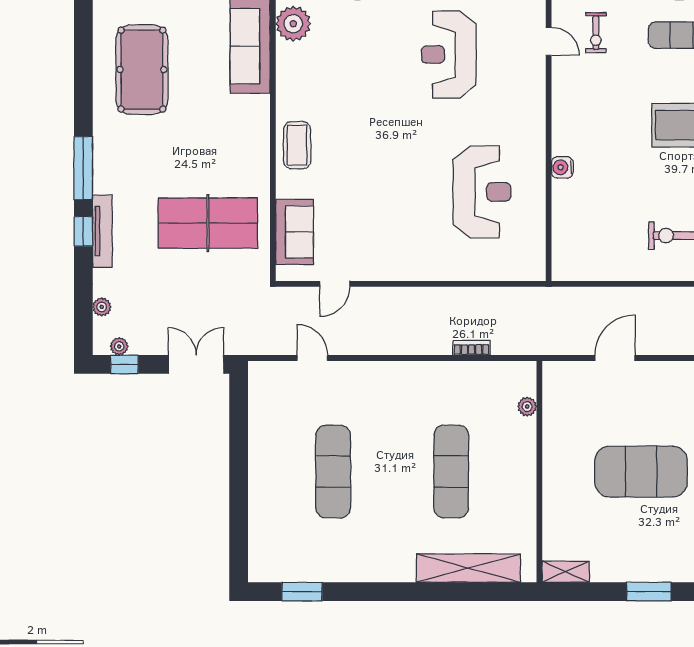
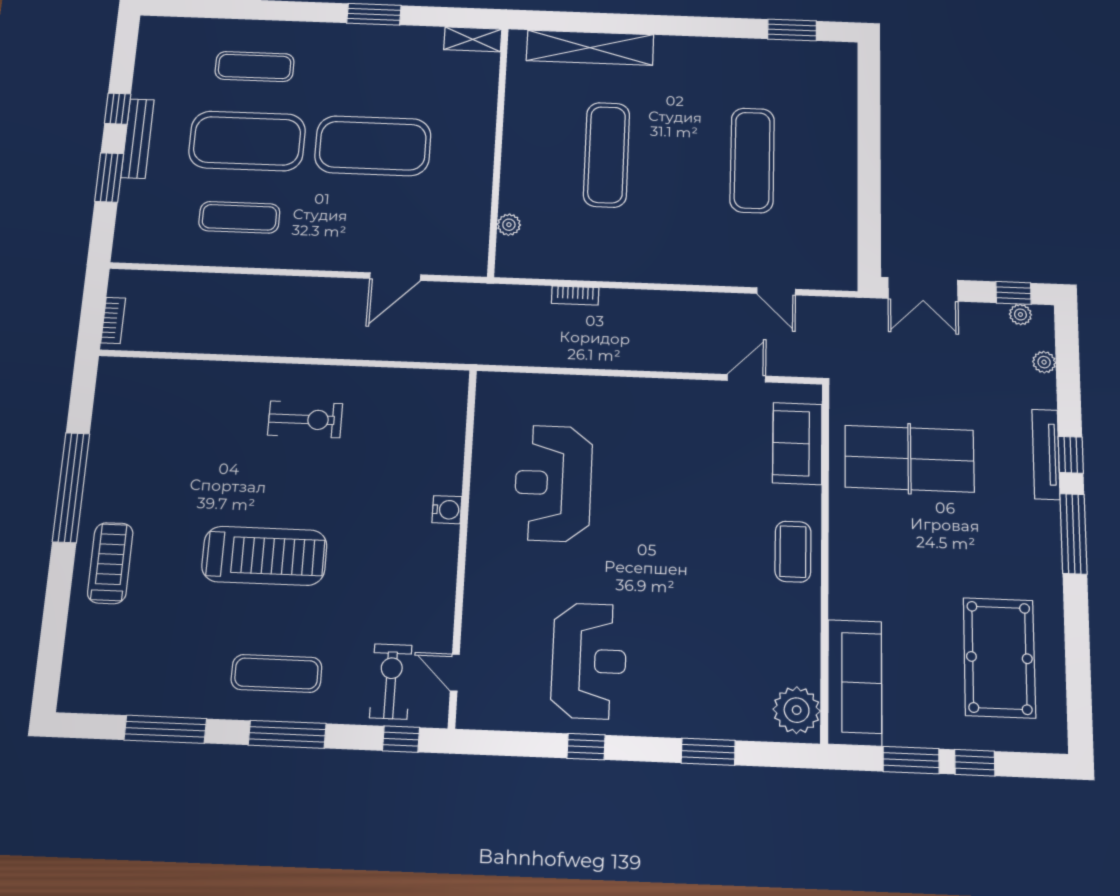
exercise bike: (596, 33) -> (391, 681), width x1.38, depth x1.39

